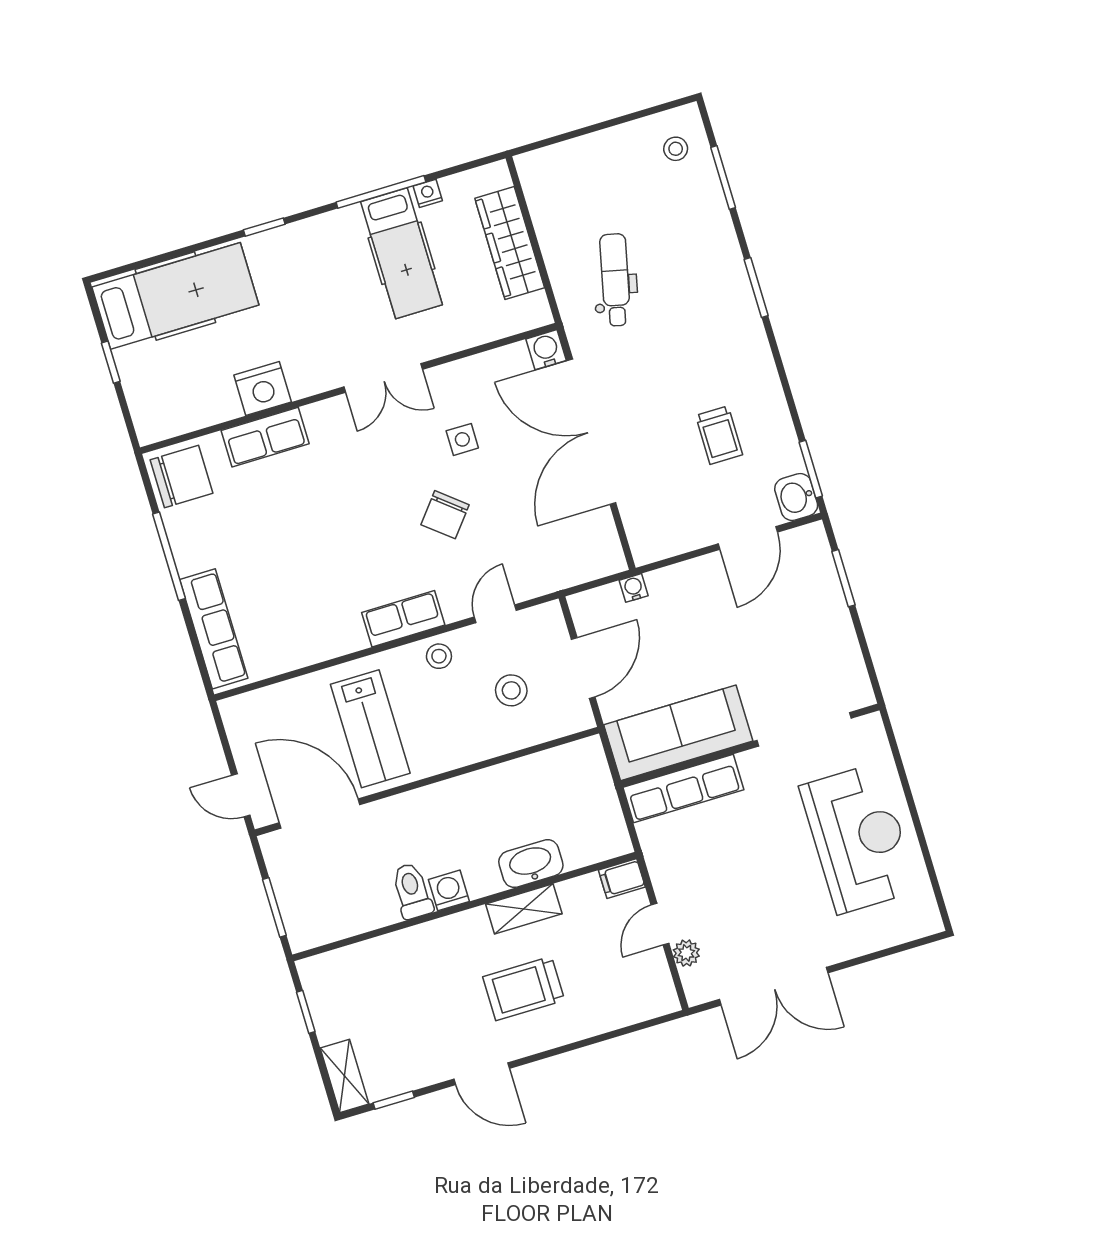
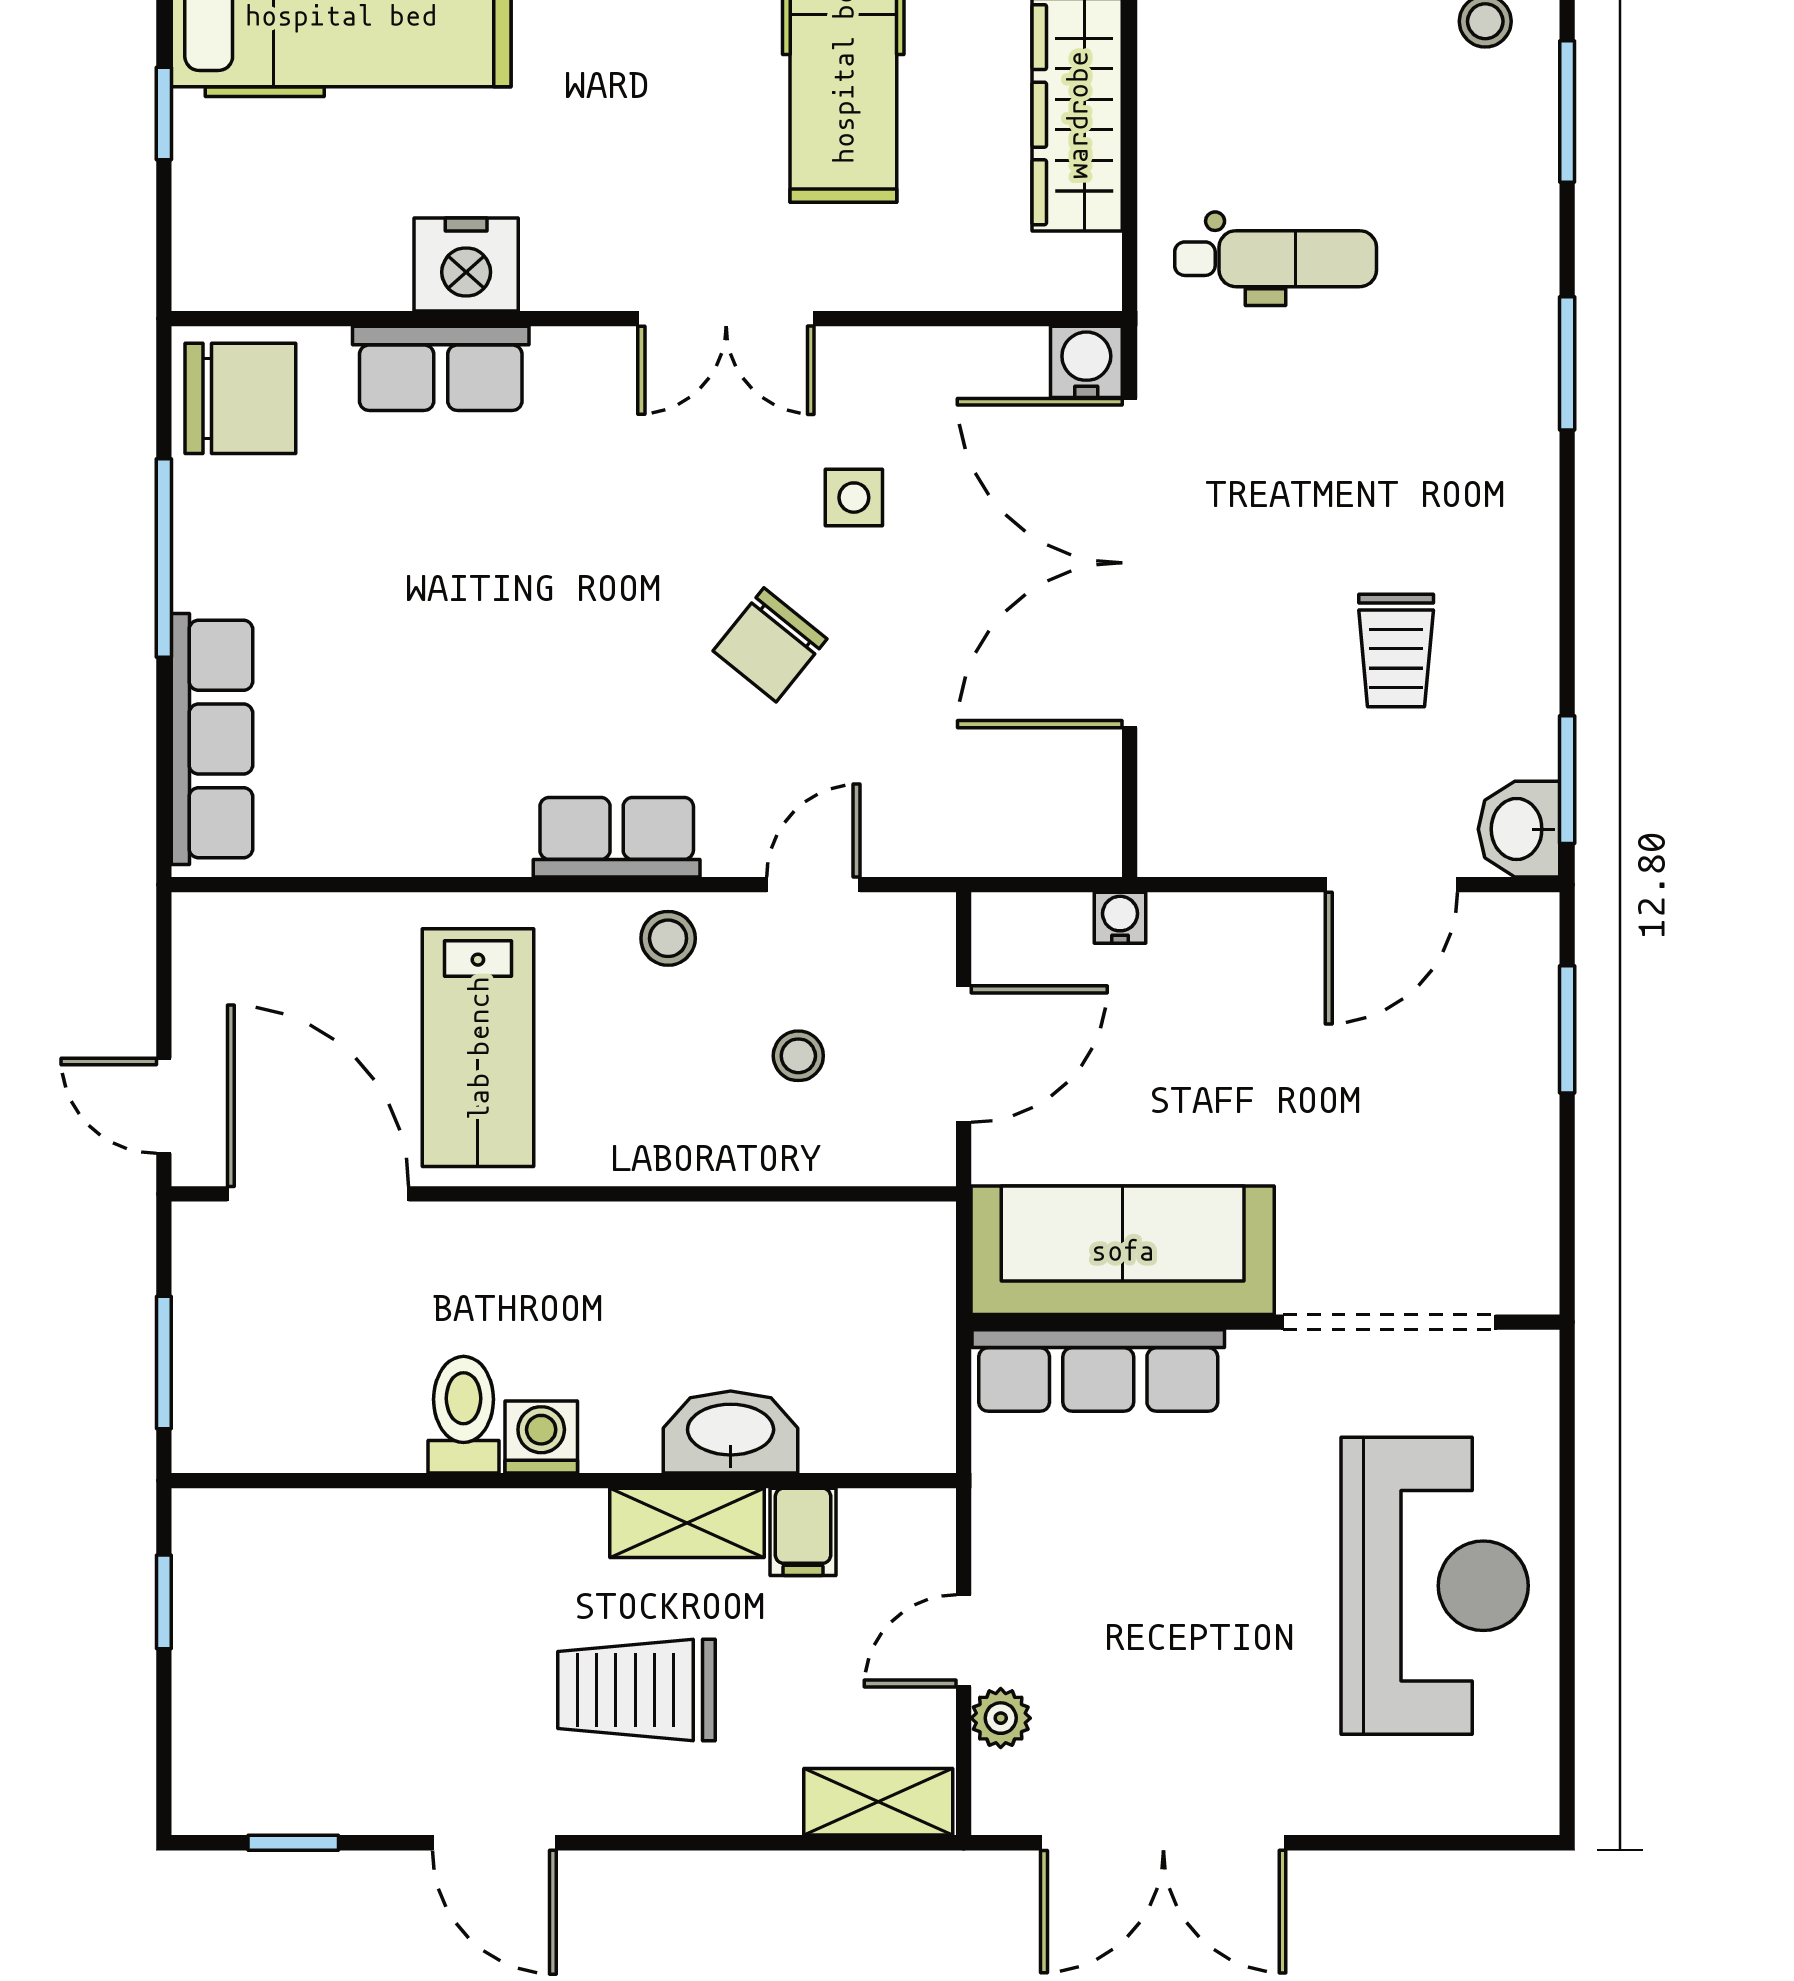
dental chair: (615, 280) -> (1276, 259), turned 77
stool: (511, 690) -> (798, 1056), width x0.73, depth x0.73
filing cabinet: (622, 879) -> (803, 1532), moved, turned -90
shelving: (344, 1076) -> (878, 1802), moved, turned 90

